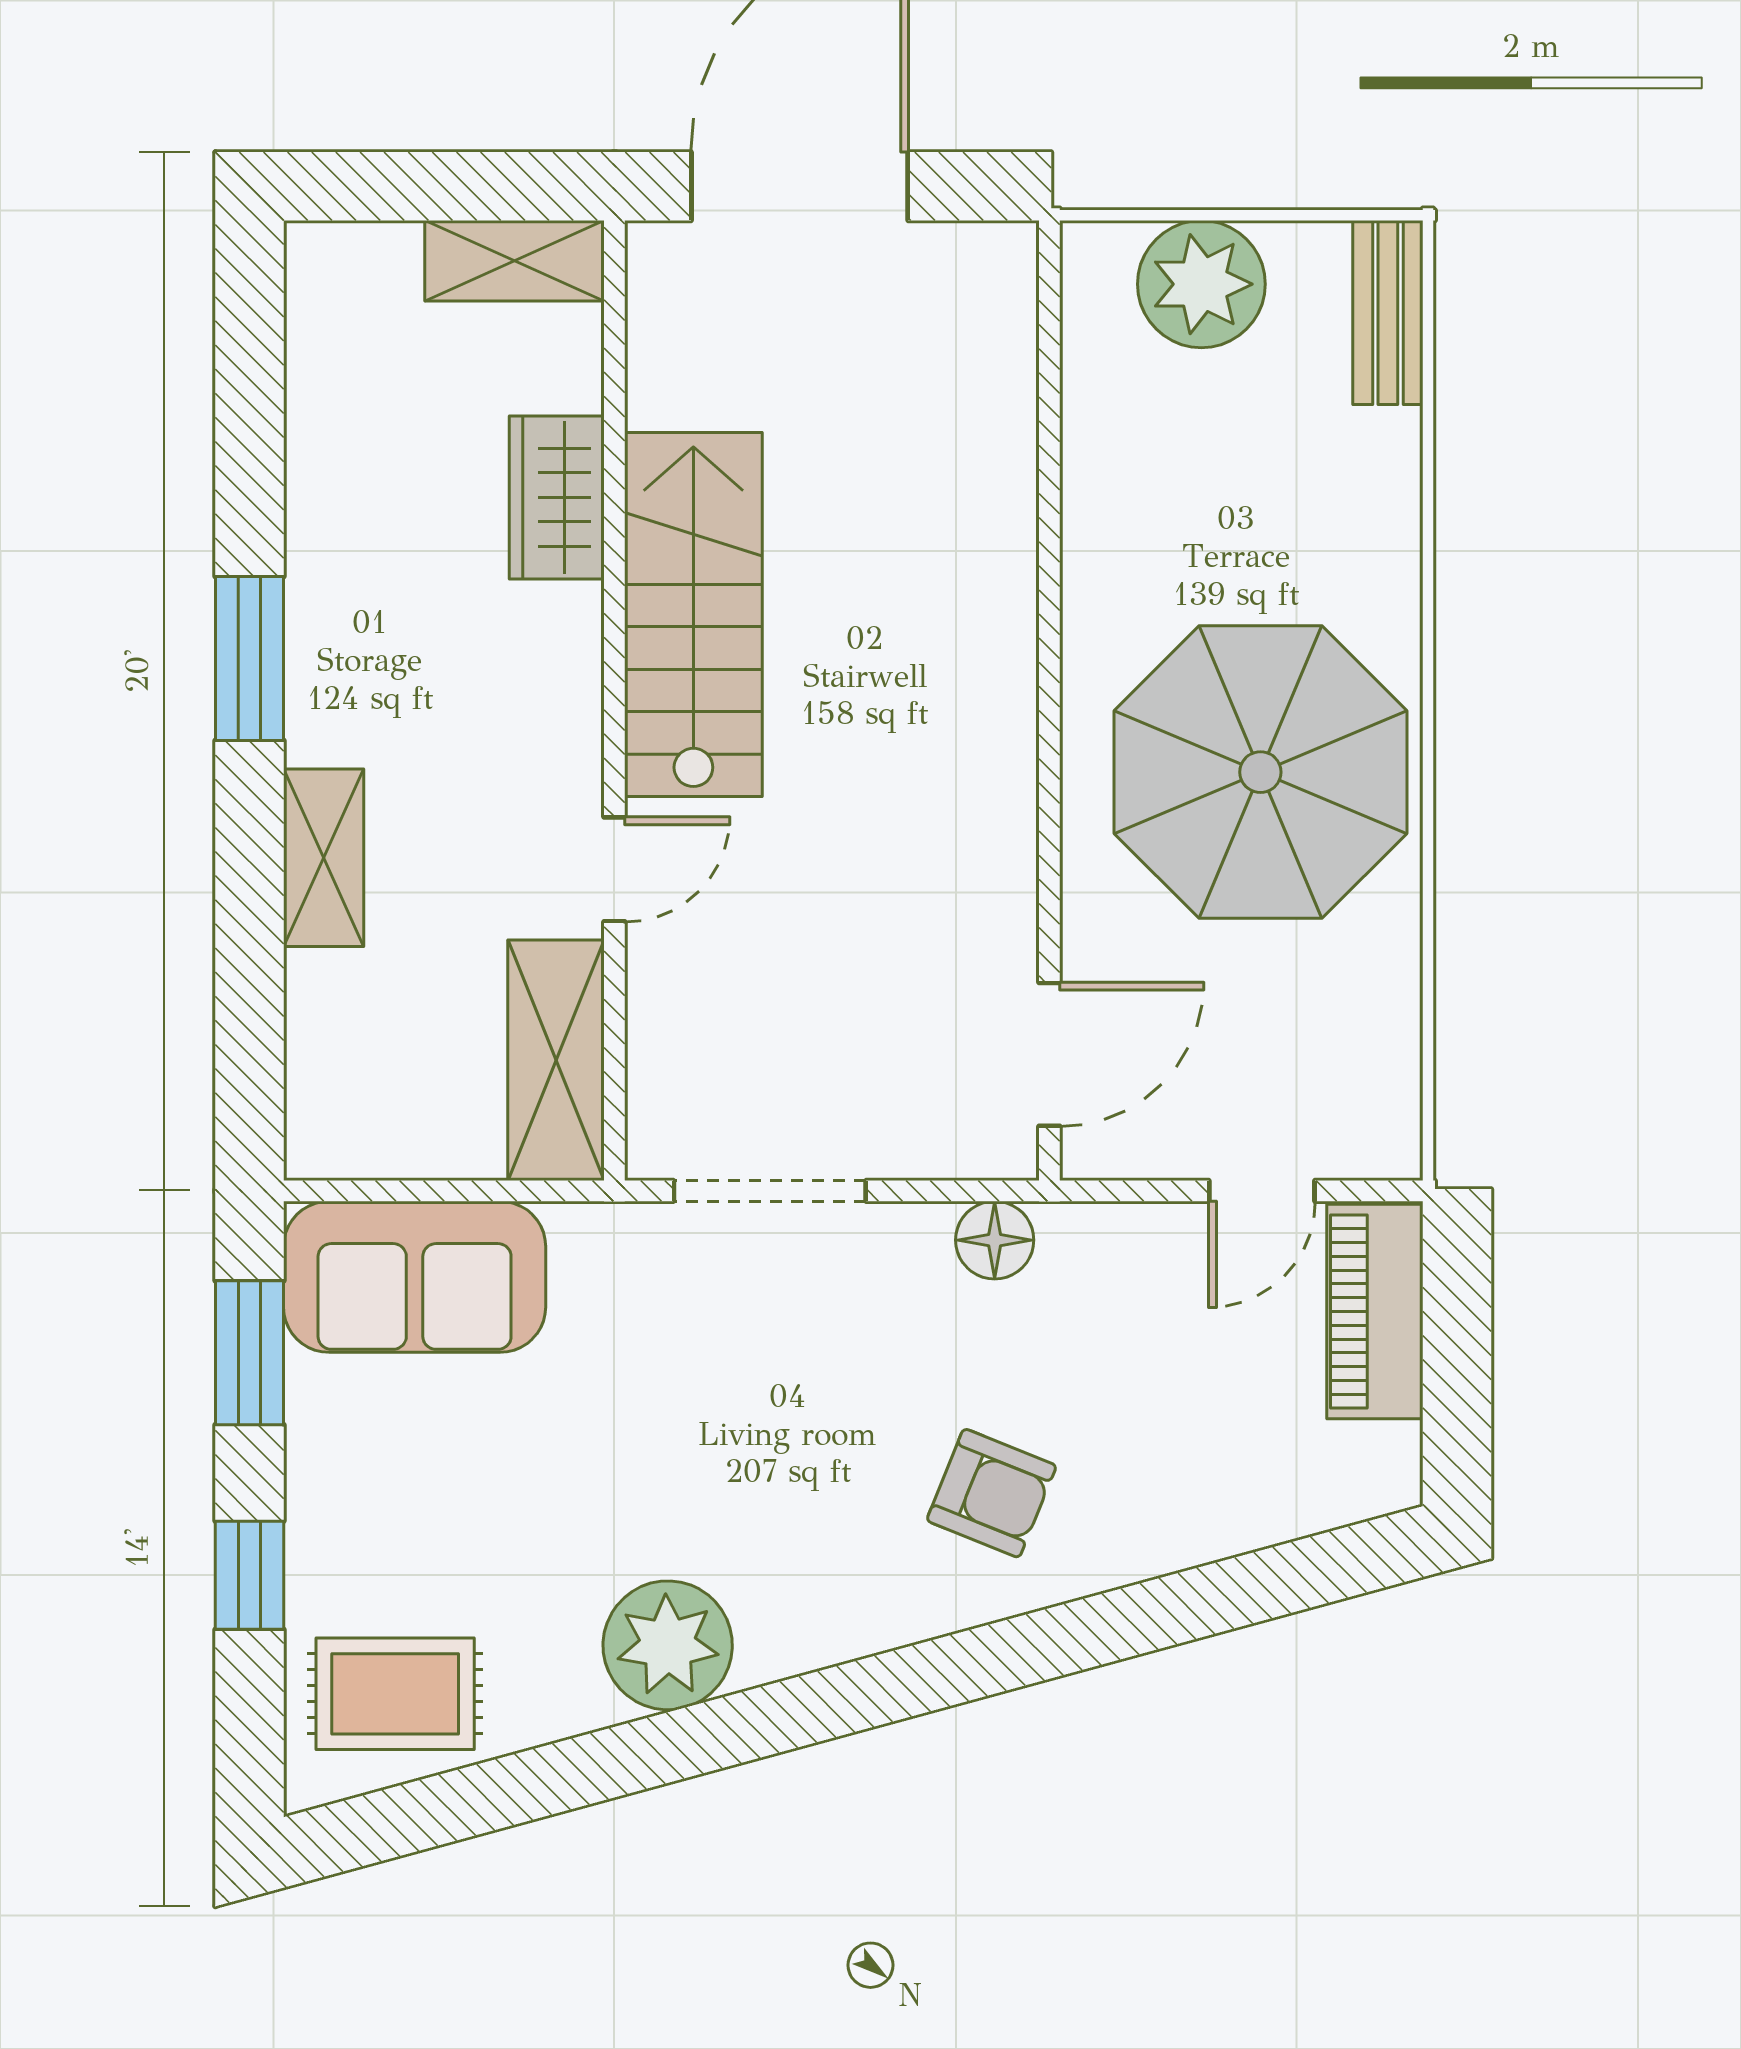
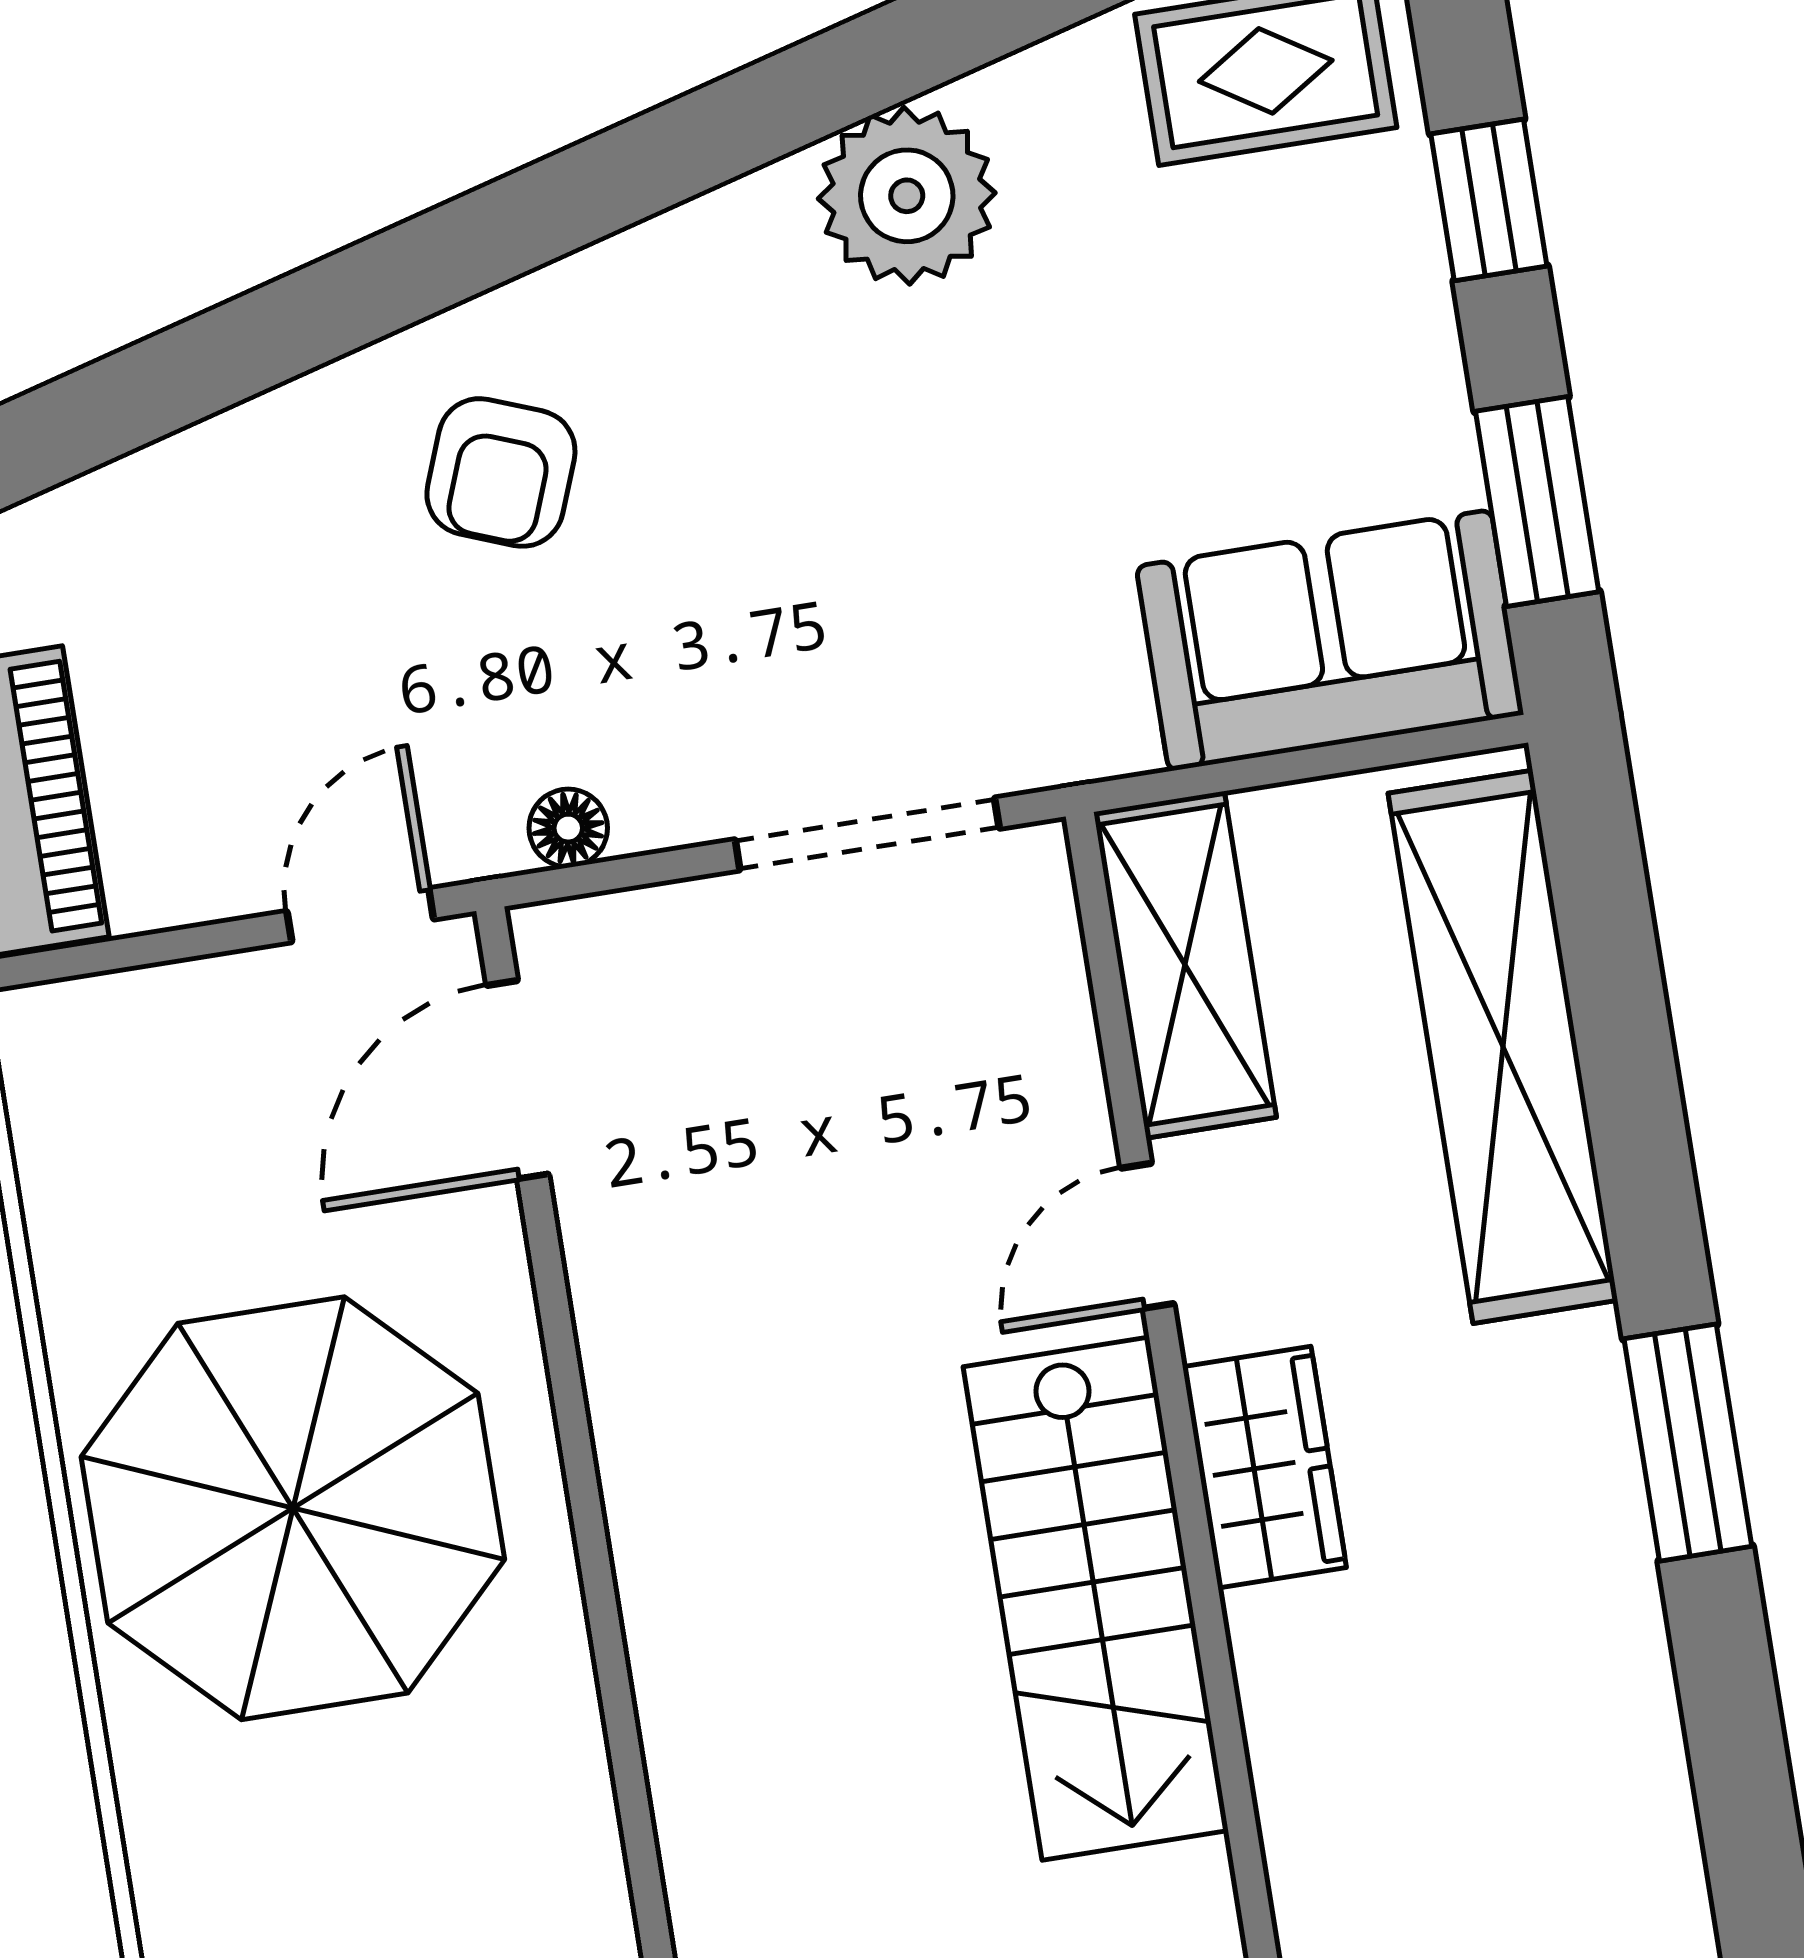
wardrobe: (557, 497) -> (1264, 1467), moved
shelving: (324, 858) -> (1503, 1047), width x2.20, depth x1.33
door: (1262, 1191) -> (360, 915), moved
floor lamp: (995, 1240) -> (568, 828), width x0.73, depth x0.73
armchair: (991, 1493) -> (501, 472), turned -91

